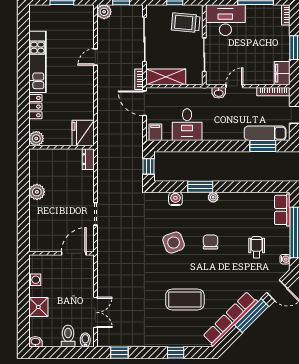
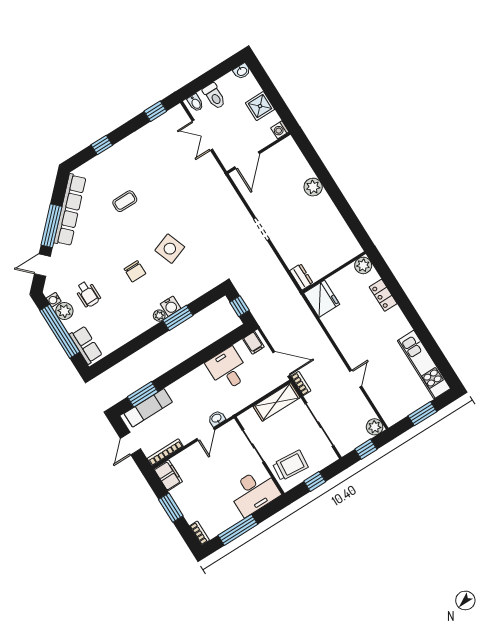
kitchen unit: (37, 62) -> (424, 365), moved
plant: (37, 192) -> (313, 187), moved
water cooler: (175, 199) -> (171, 306), moved
plant: (282, 246) -> (64, 311), added
wall: (61, 253) -> (259, 153), moved
door: (74, 253) -> (247, 160), moved
coffee table: (185, 300) -> (125, 201), width x0.54, depth x0.58

